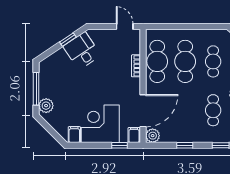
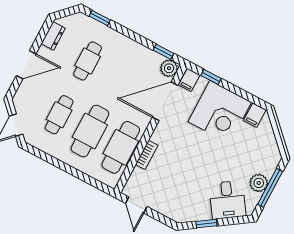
desk: (82, 51) -> (227, 200), moved
plant: (46, 106) -> (259, 183), moved
window: (185, 145) -> (164, 52), moved

